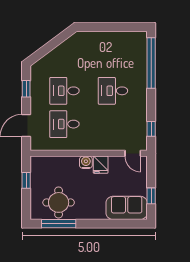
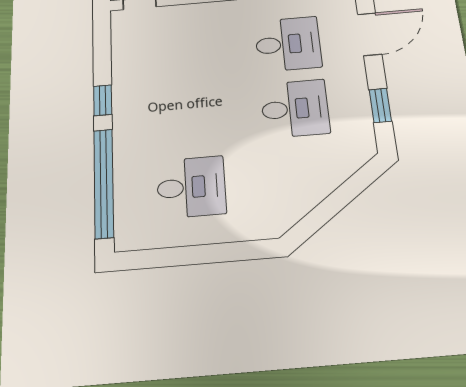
desk: (113, 91) -> (191, 187), moved
window: (151, 129) -> (103, 100), moved

